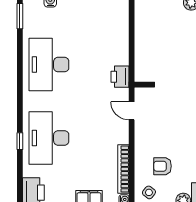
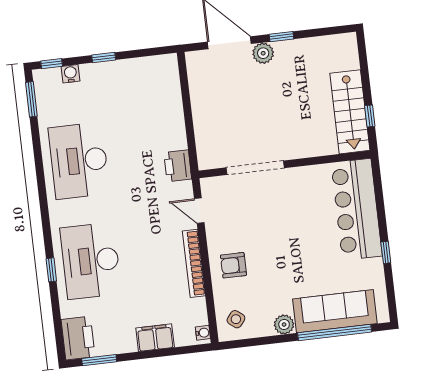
armchair: (162, 166) -> (233, 265), moved
bookcase: (123, 169) -> (194, 263), moved

